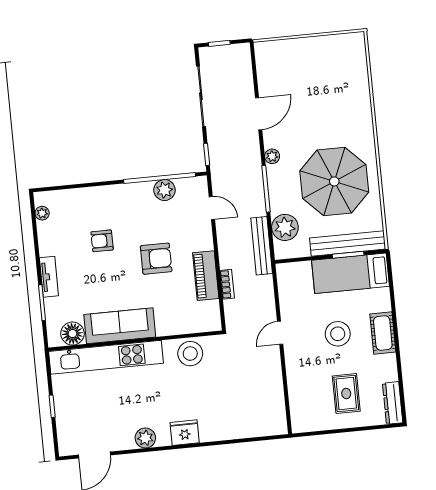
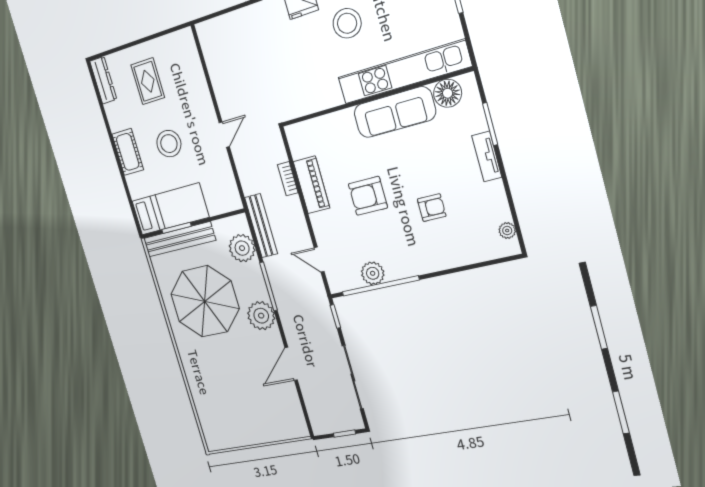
plant: (272, 156) -> (261, 316), width x1.88, depth x1.88
stool: (190, 354) -> (347, 23), moved

